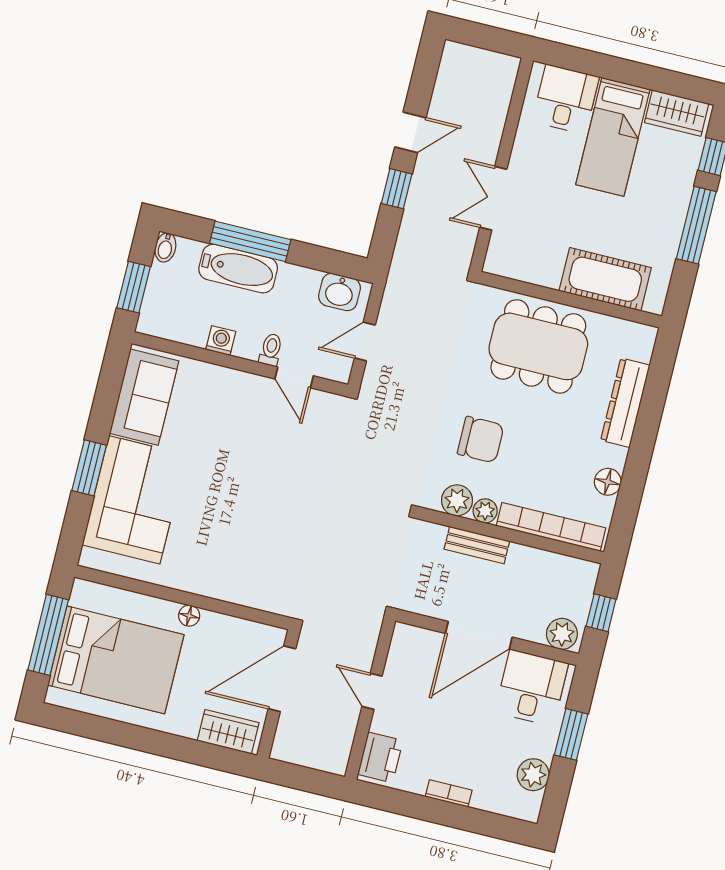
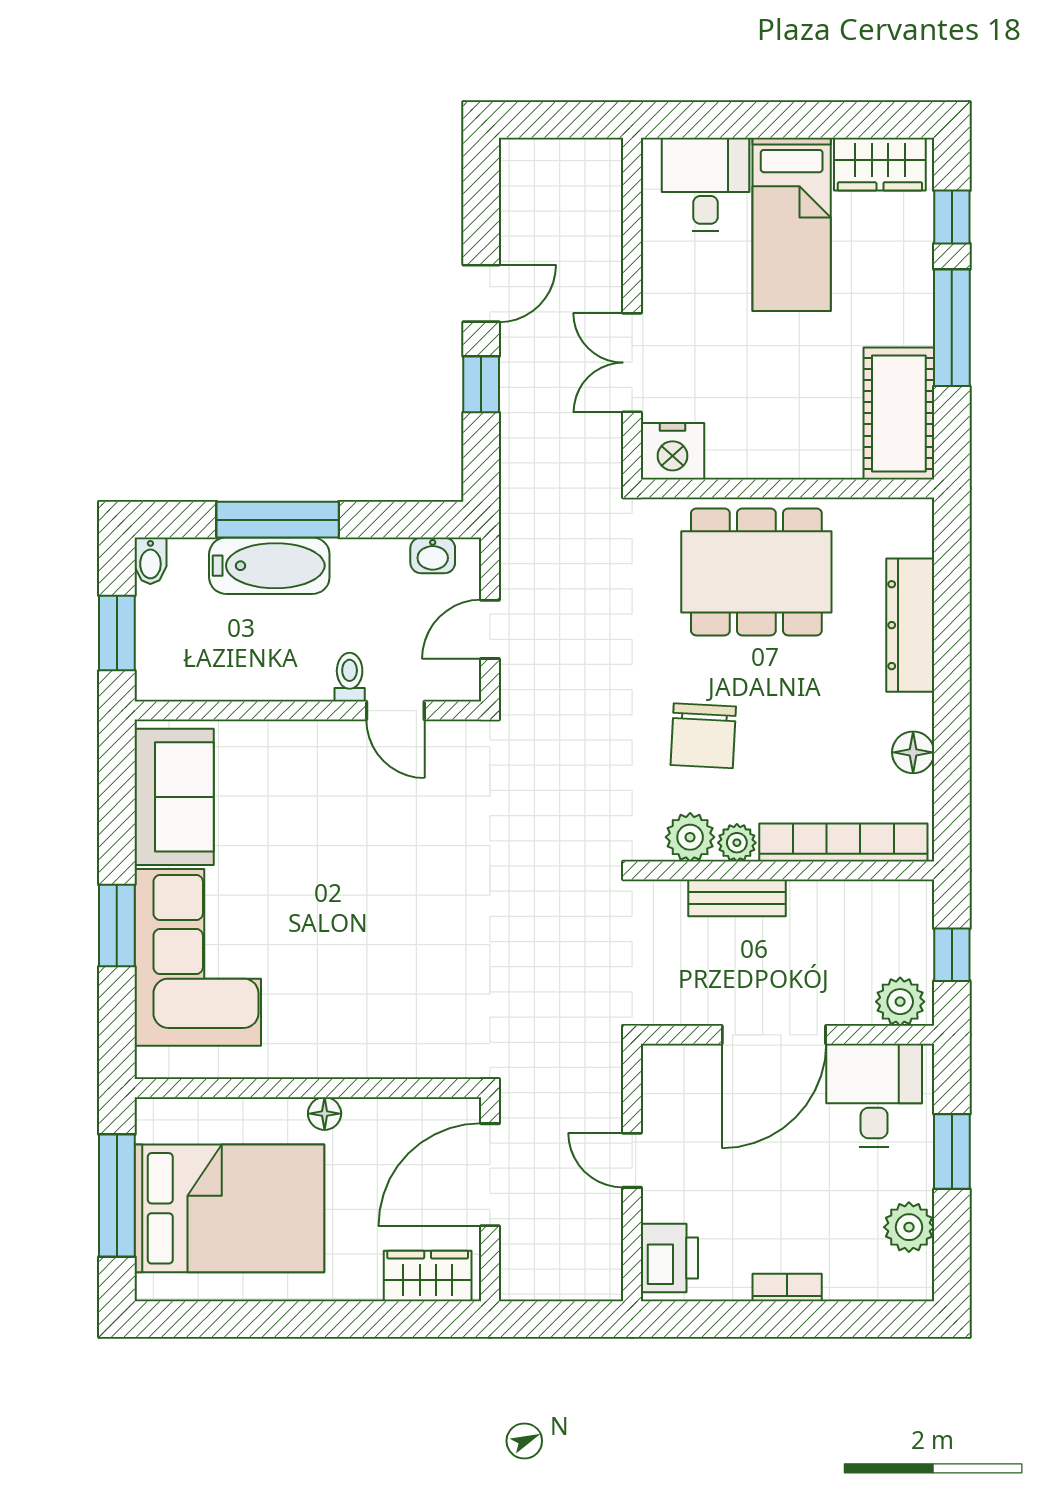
nightstand: (505, 259) -> (673, 451), added
cot: (605, 279) -> (899, 413), moved, turned 90
washbasin: (339, 292) -> (433, 555), width x0.72, depth x0.69
washing machine: (221, 341) -> (270, 682), removed
chair: (481, 440) -> (703, 736), turned 93

